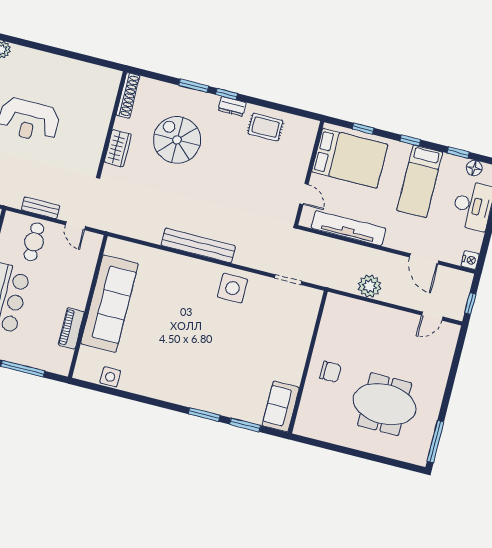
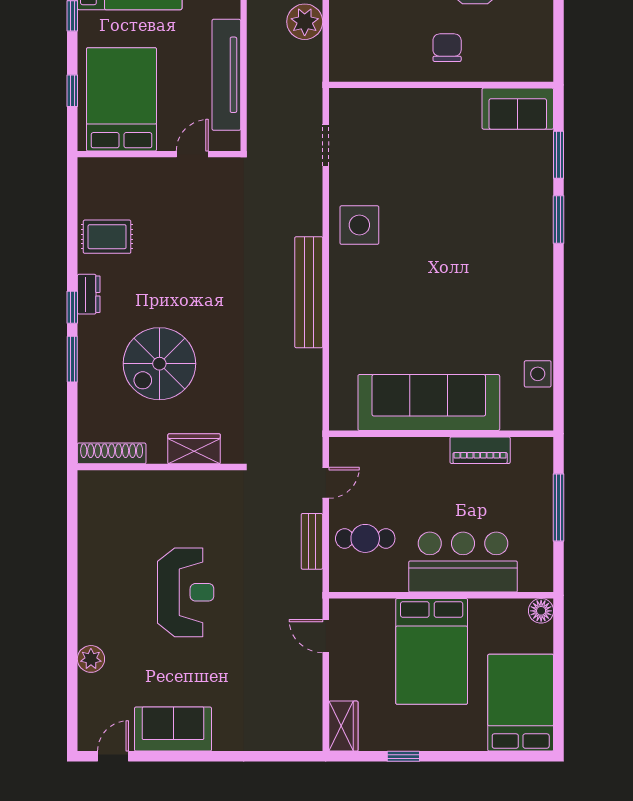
rug: (265, 127) -> (107, 237), turned 90

